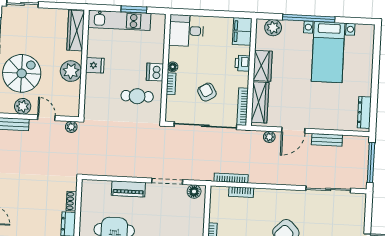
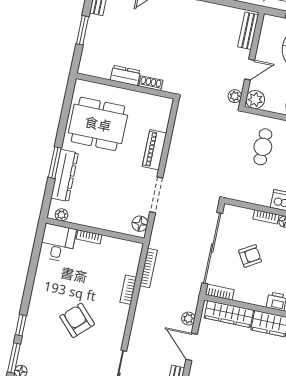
cafe table: (137, 96) -> (263, 147), moved
plant: (23, 106) -> (255, 100), moved
bookcase: (243, 107) -> (220, 292), width x0.64
bookcase: (241, 192) -> (128, 290), moved

